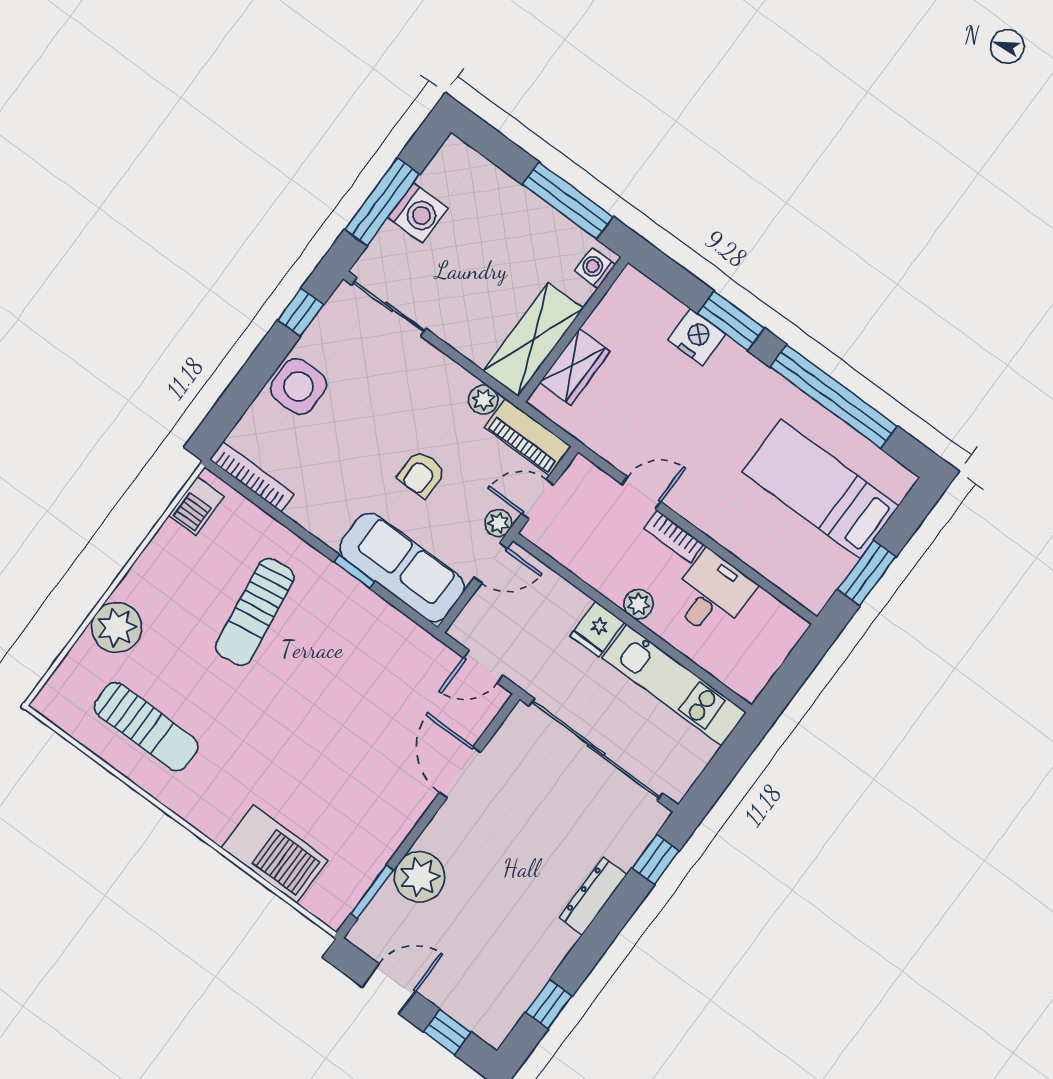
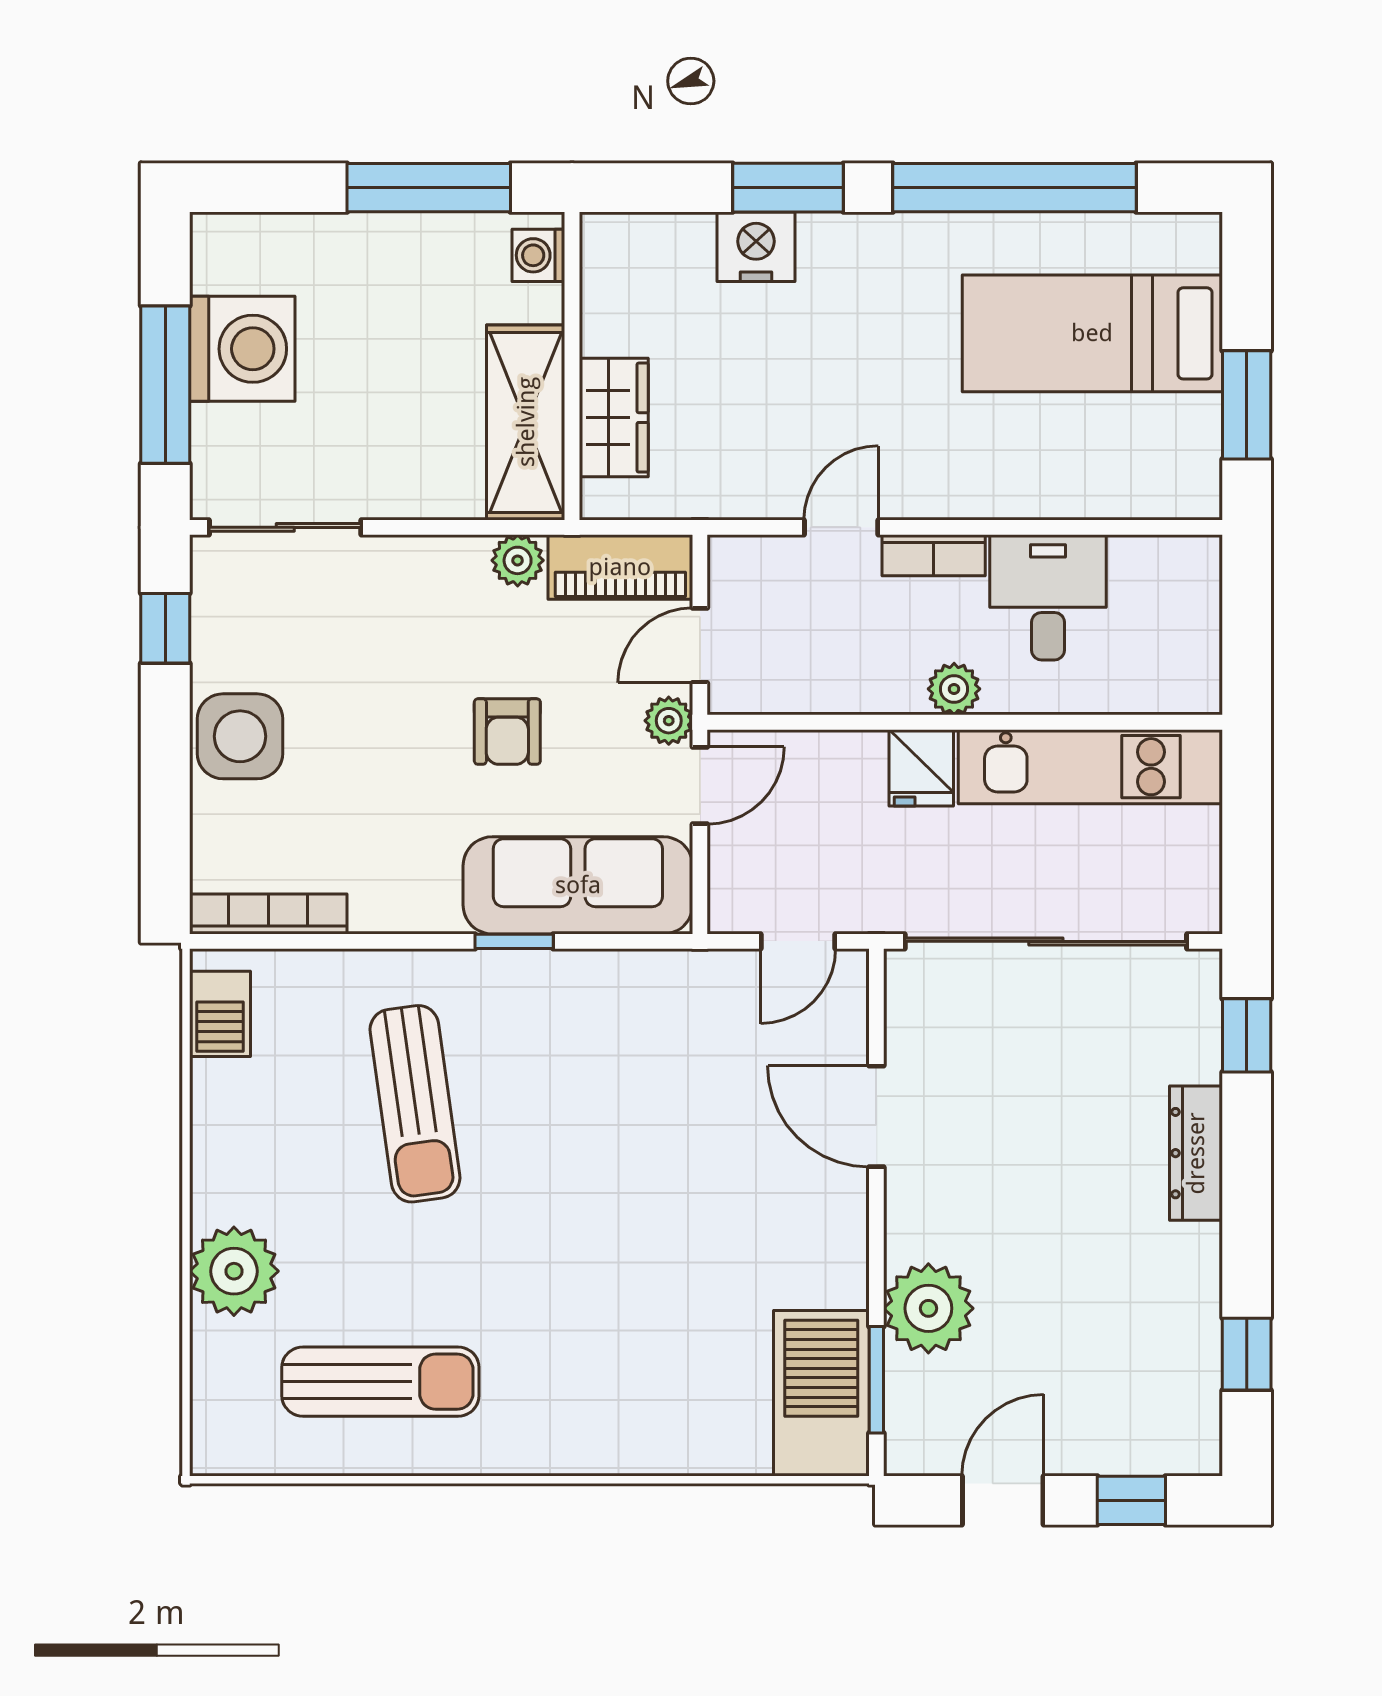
washing machine: (418, 213) -> (242, 349), width x1.37, depth x1.37
barbecue: (275, 854) -> (821, 1393), moved, turned -90

